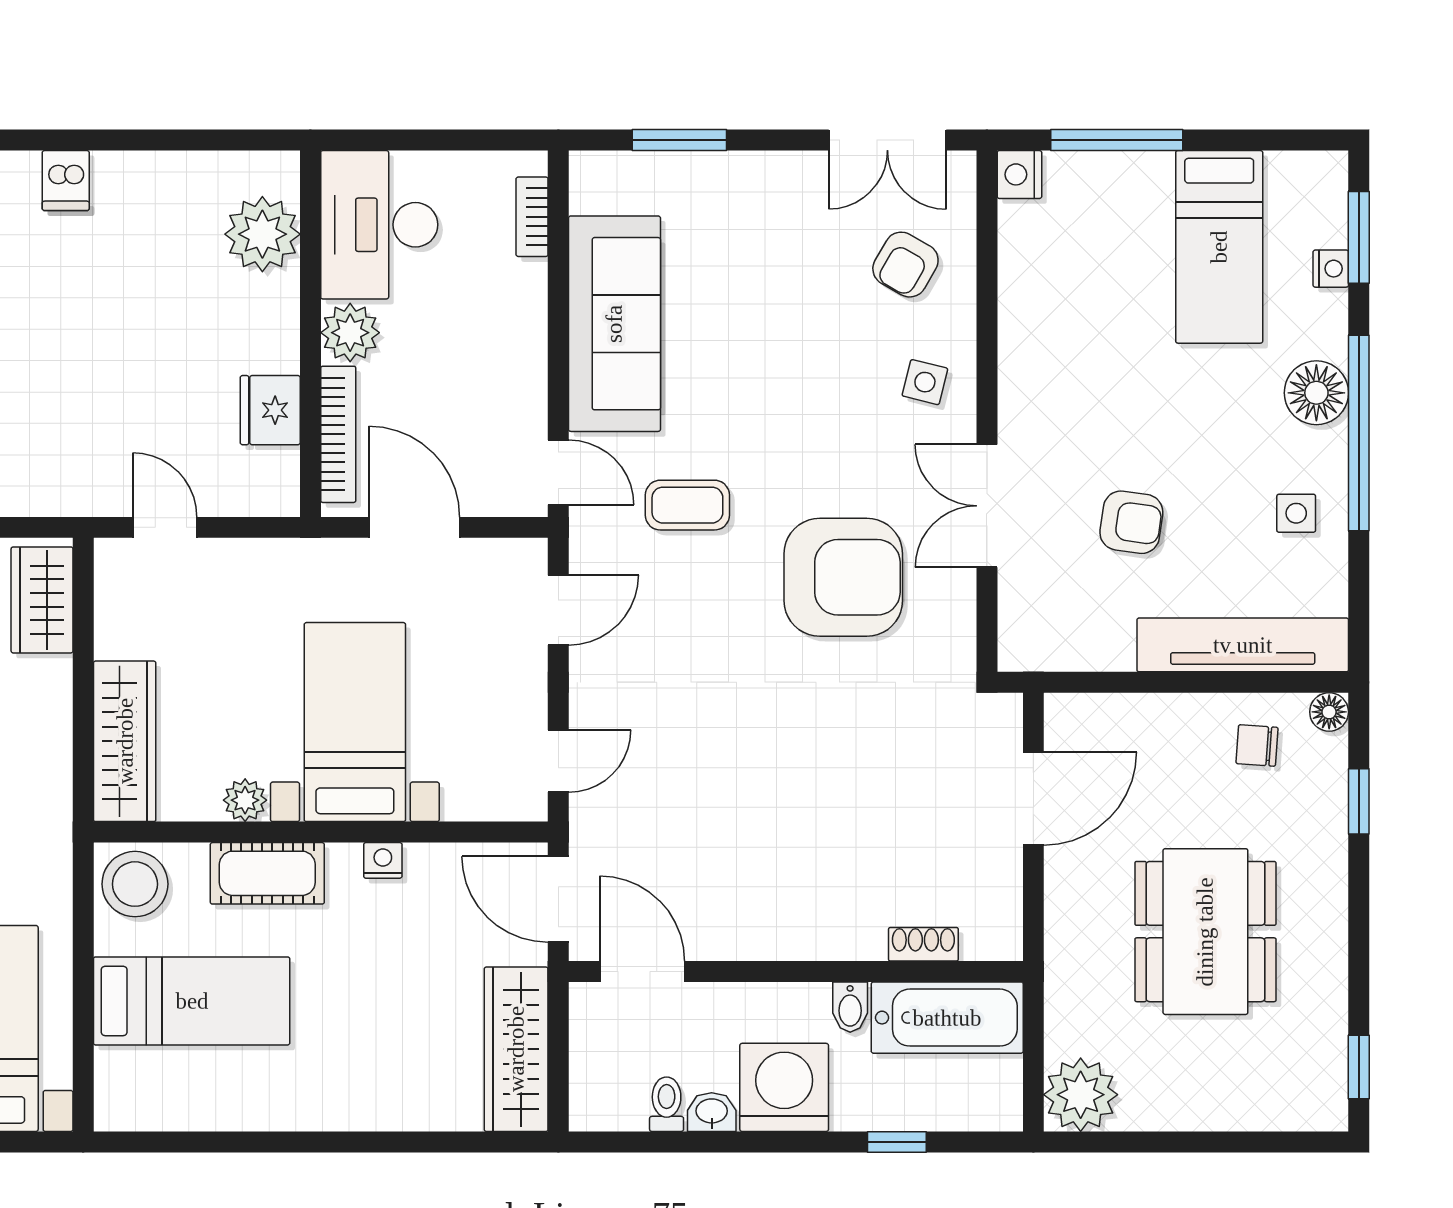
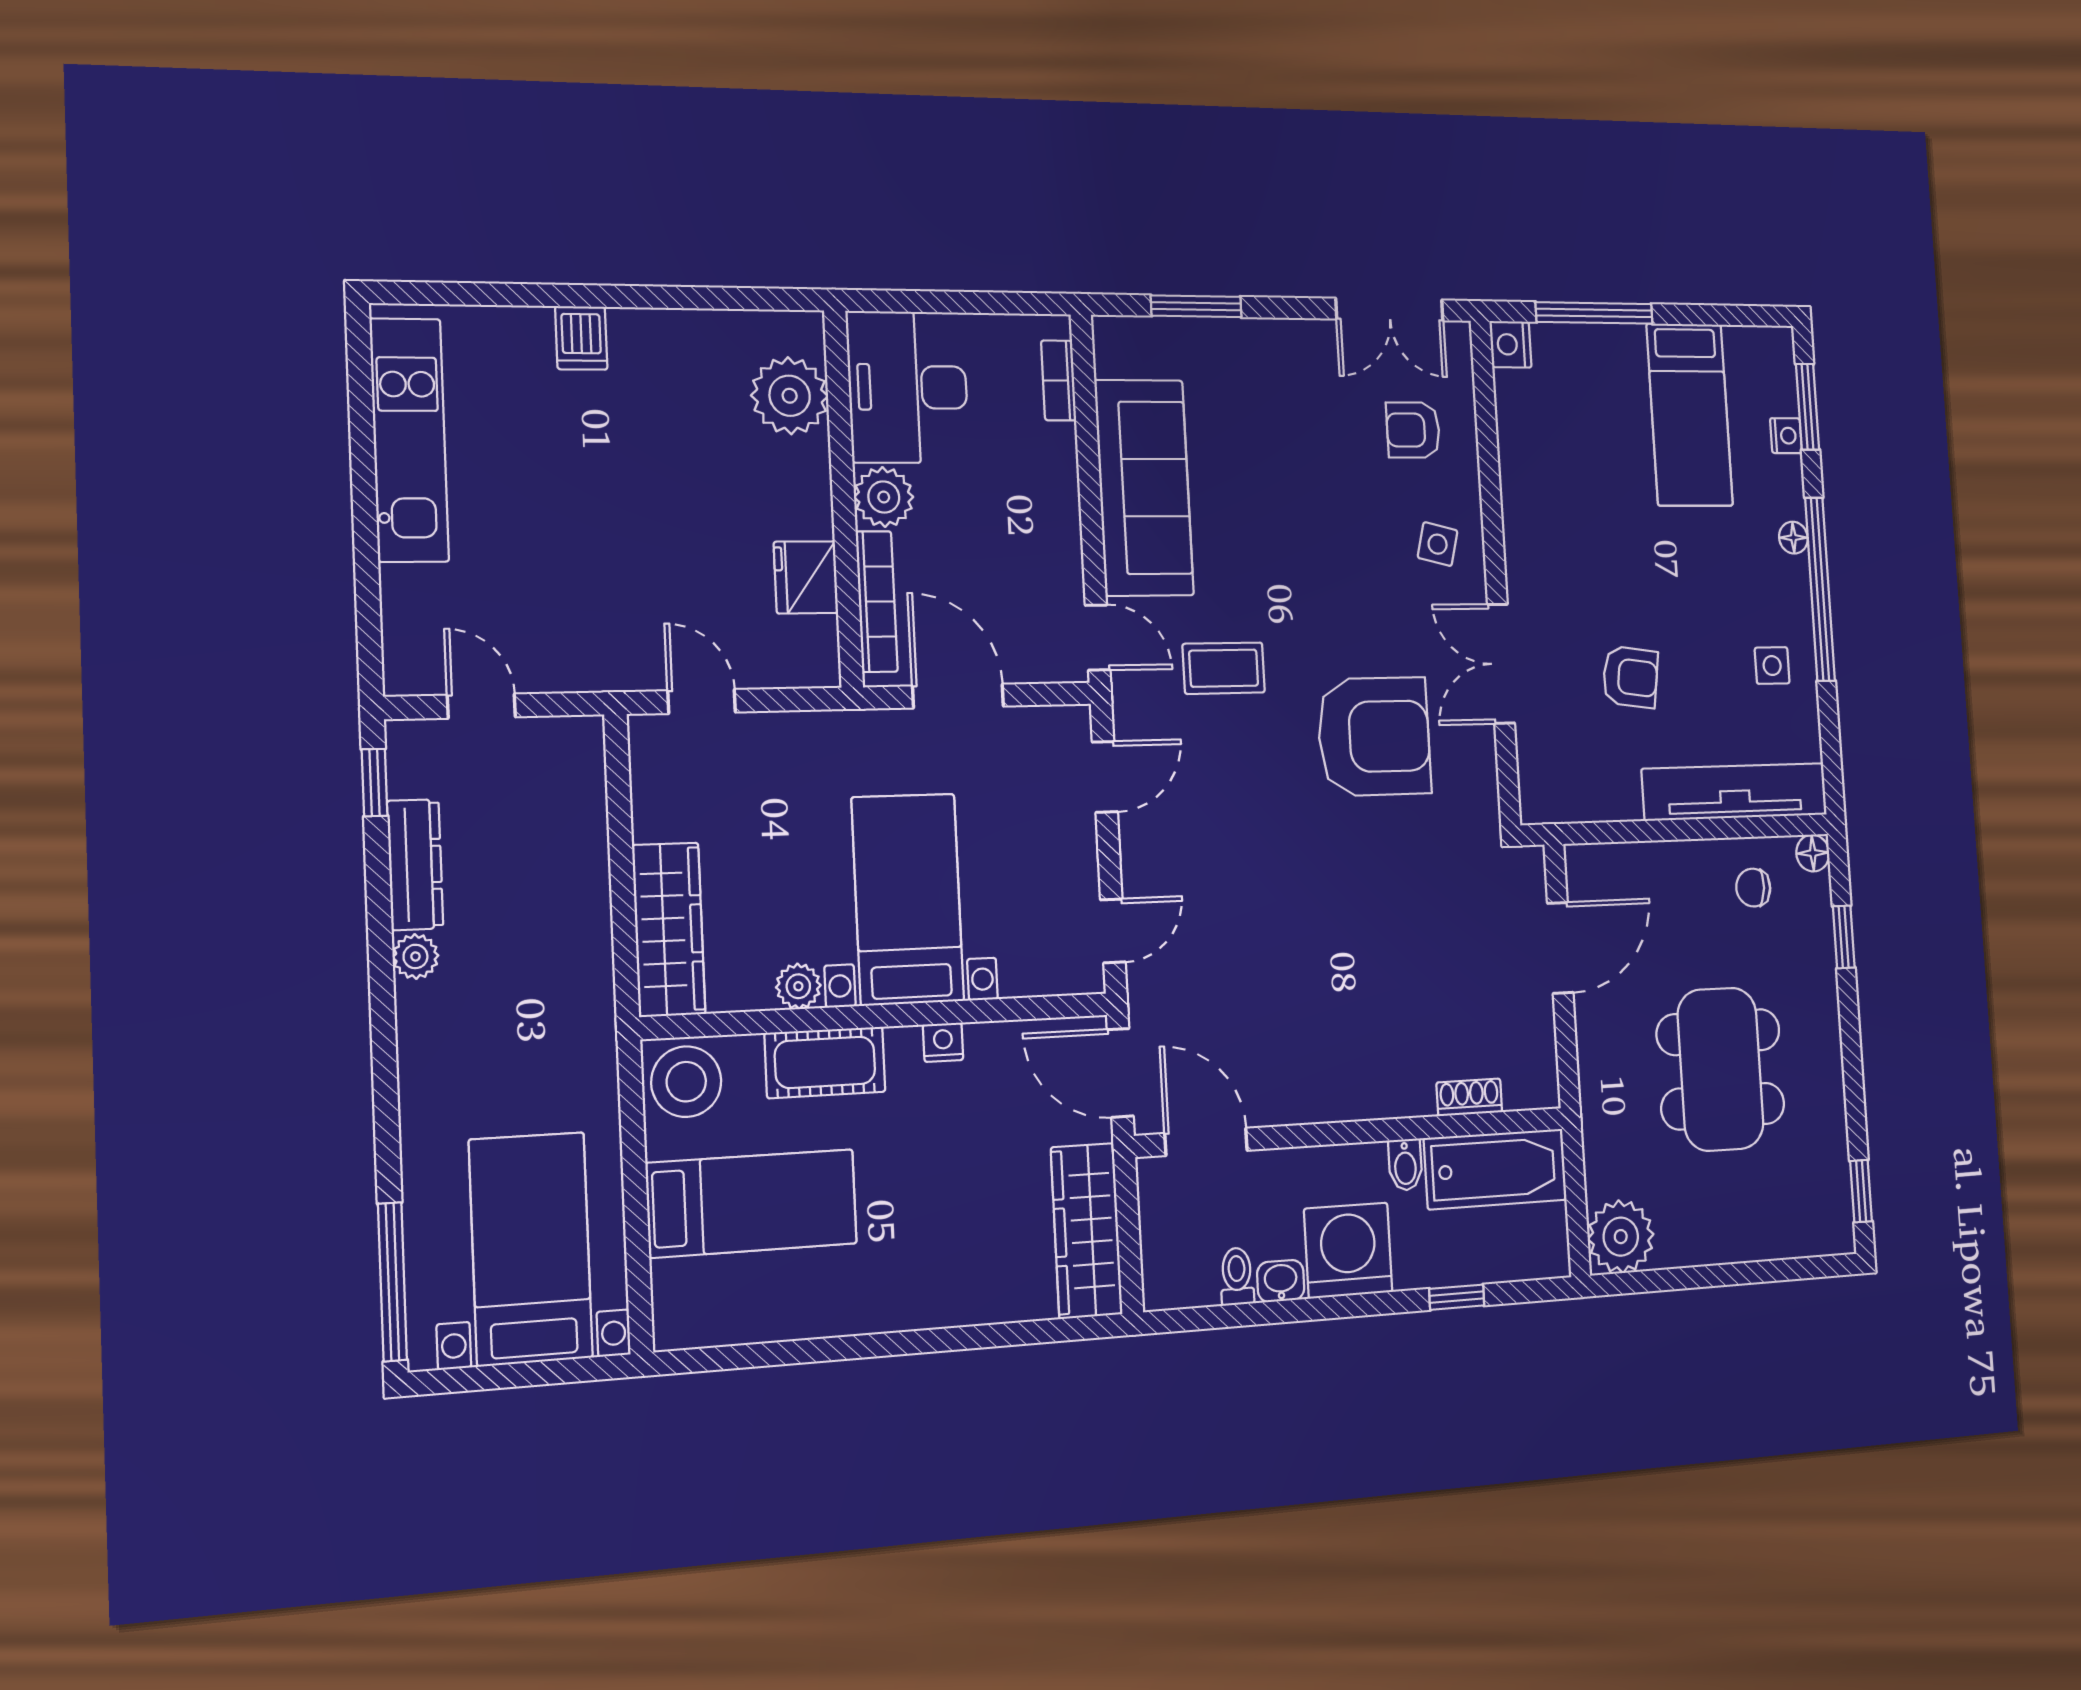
armchair: (905, 265) -> (1413, 430), turned 60
floor lamp: (1316, 393) -> (1793, 538), width x0.53, depth x0.53
wardrobe: (42, 600) -> (574, 782), removed

